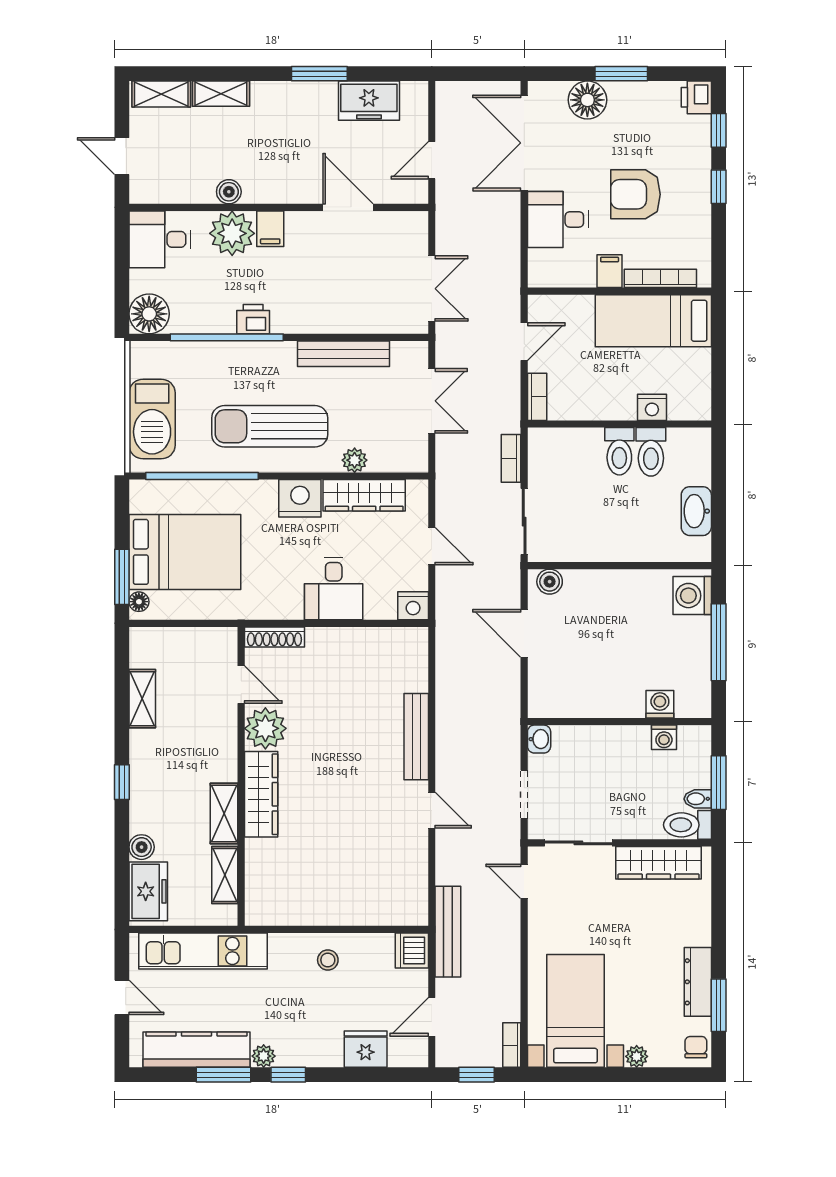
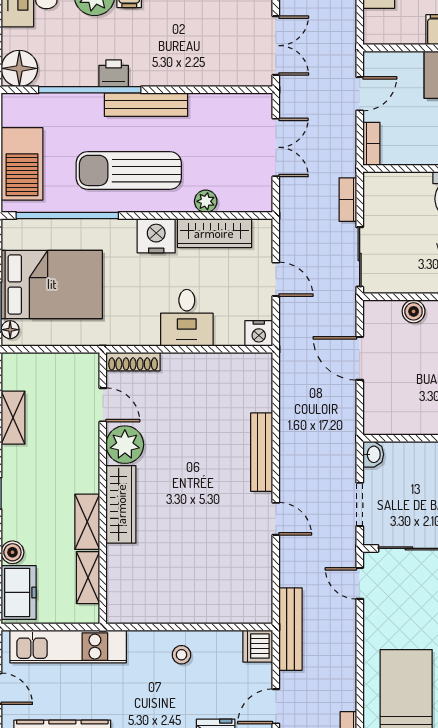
bench: (343, 354) -> (146, 105), moved
boiler: (550, 582) -> (414, 311), moved

